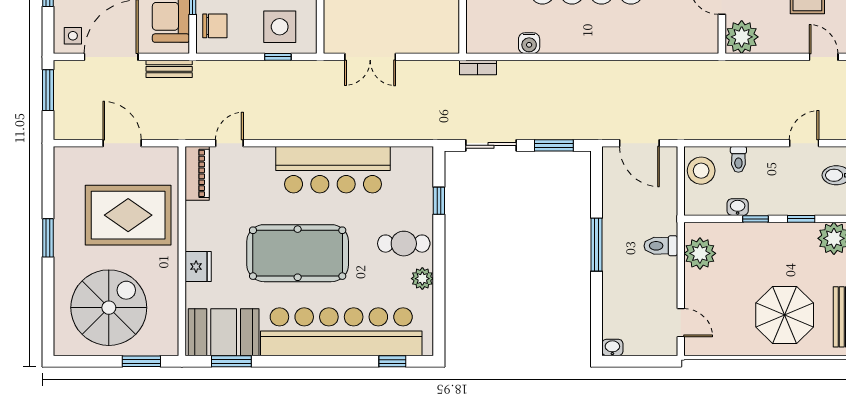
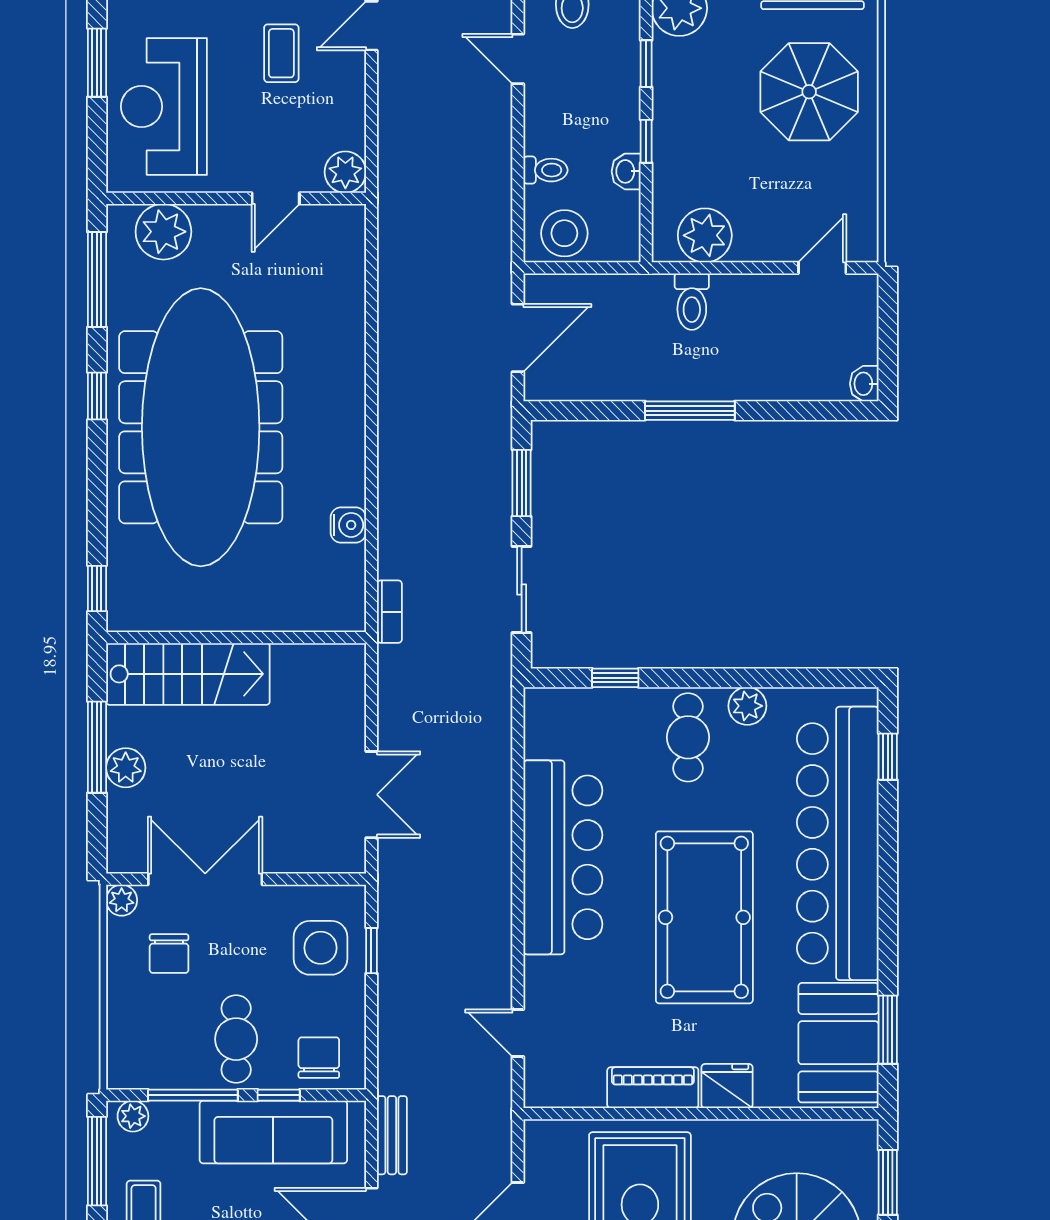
plant: (742, 37) -> (345, 172), width x0.73, depth x0.73
piano: (197, 173) -> (653, 1088), moved

